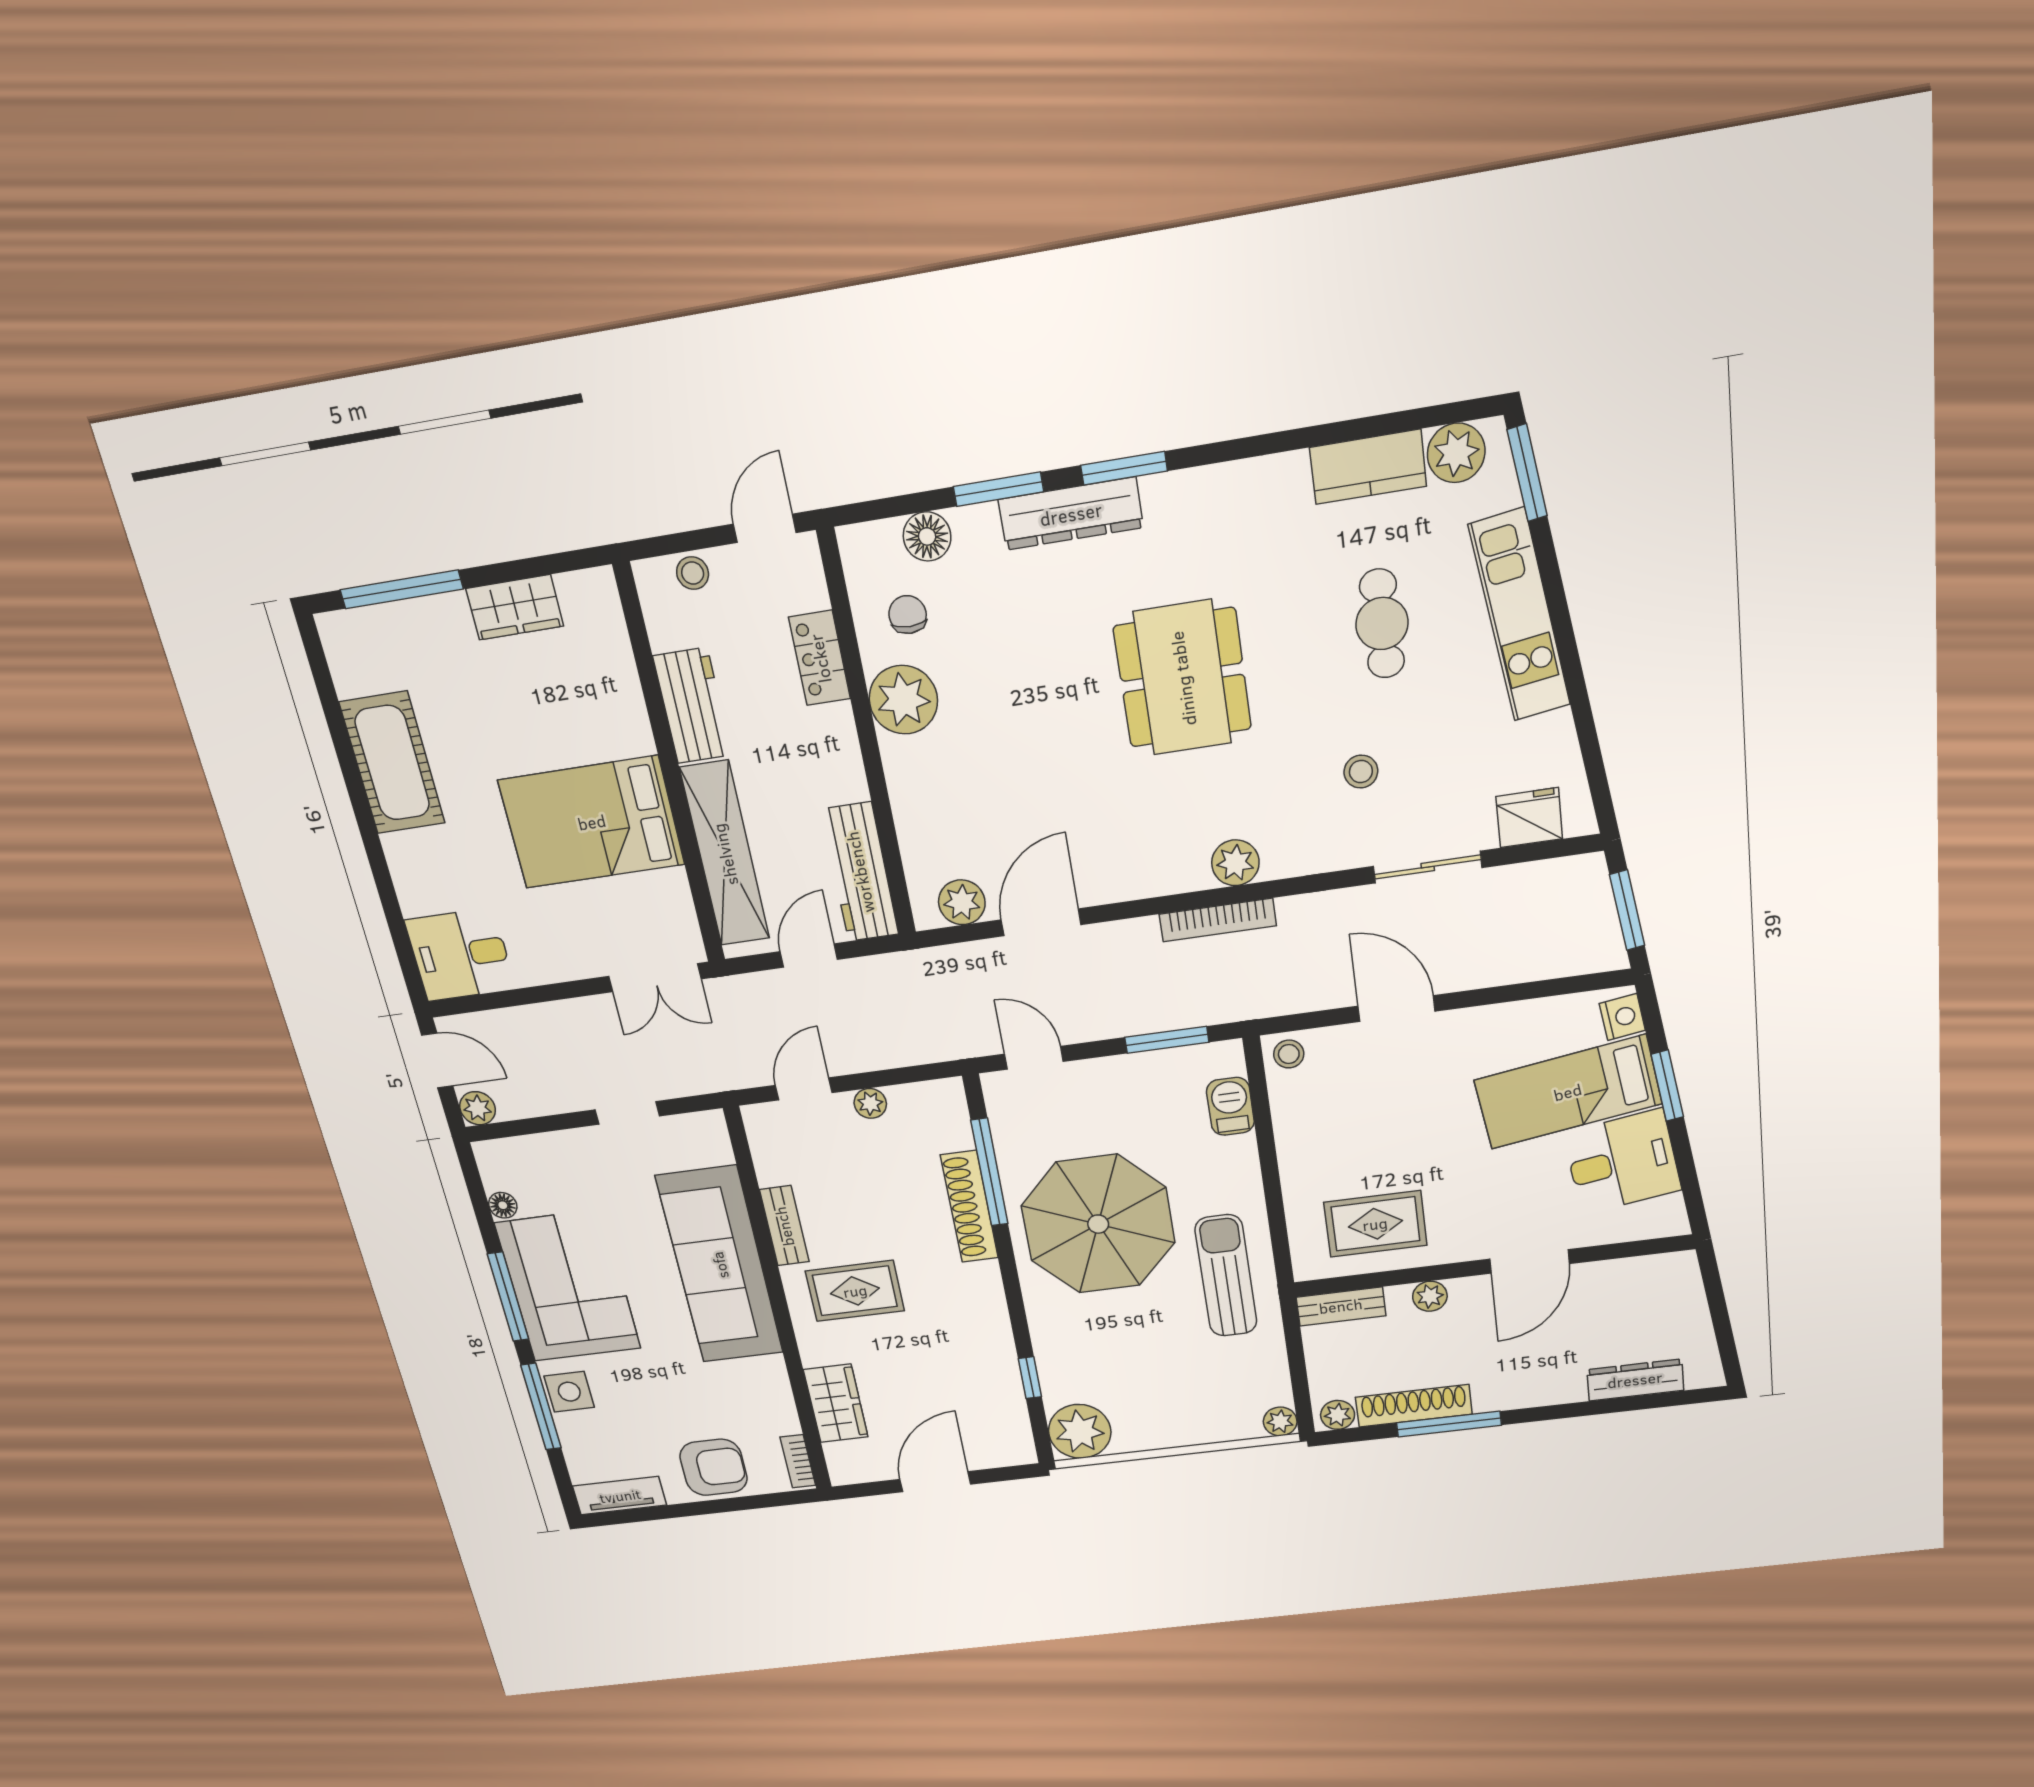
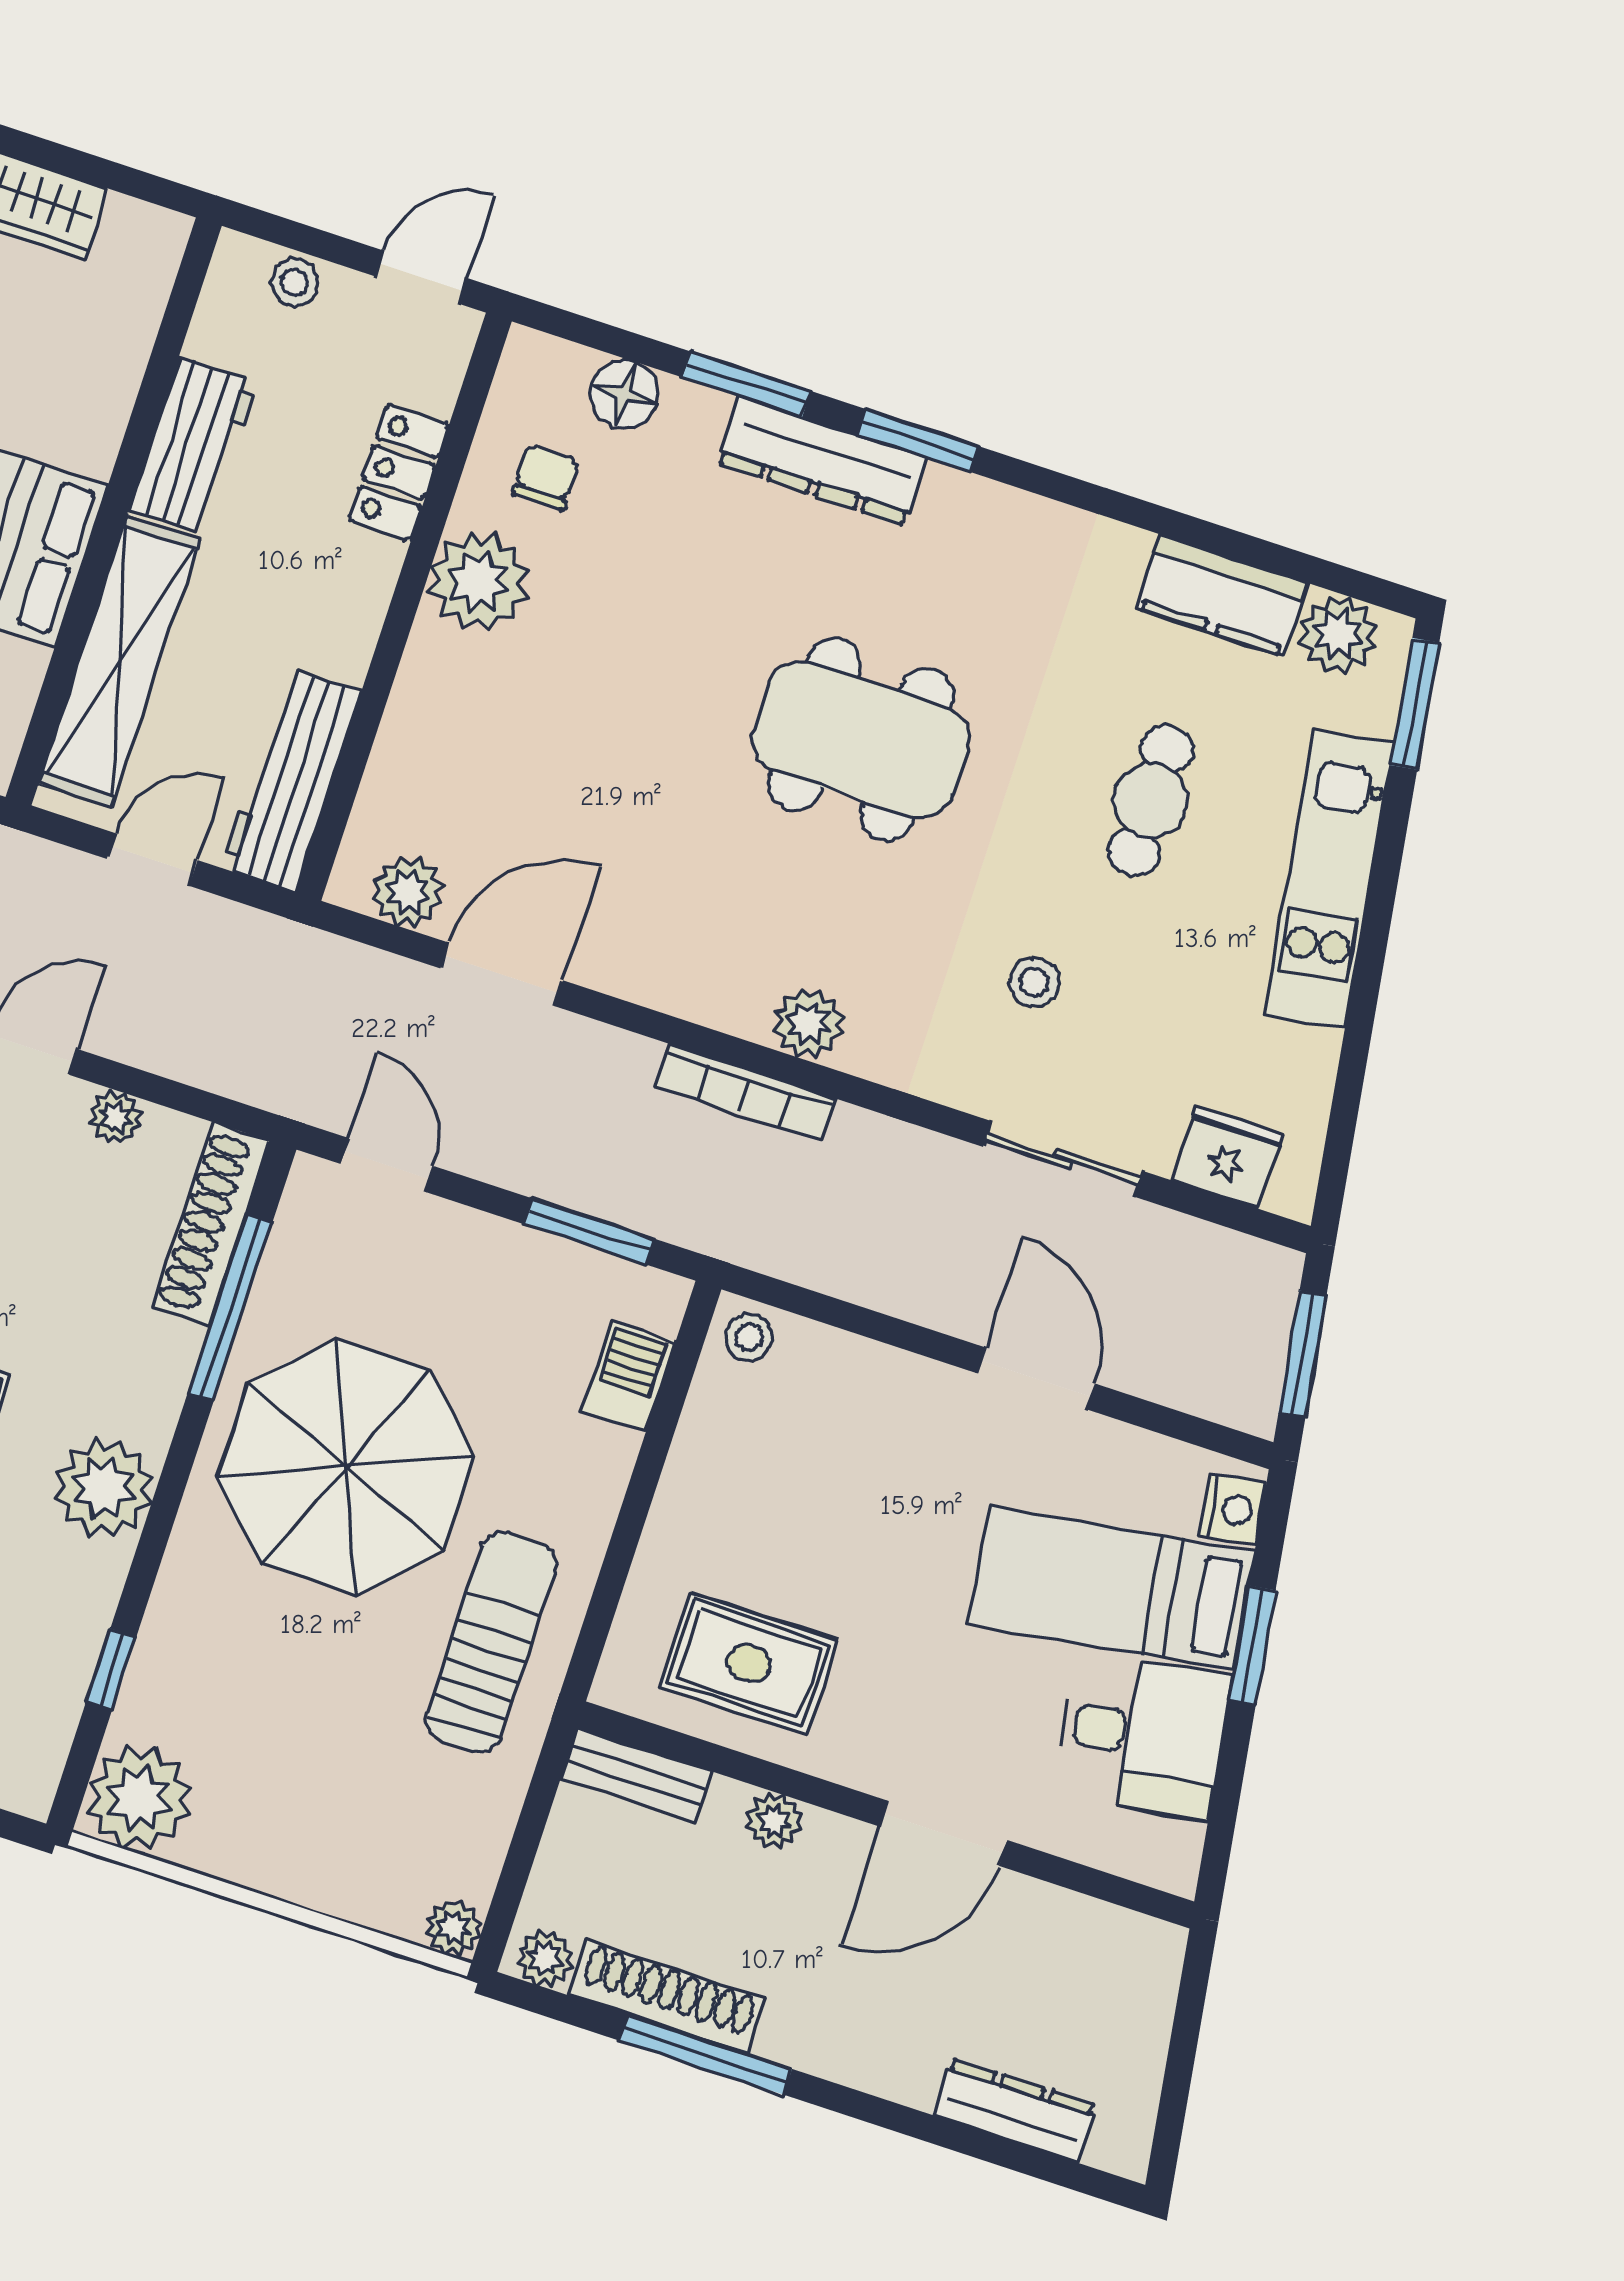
dining table: (1183, 678) -> (861, 740), turned 90
door: (1396, 1009) -> (1037, 1379), moved
shoe rack: (969, 1207) -> (212, 1224), moved
plant: (975, 1293) -> (104, 1488), added

